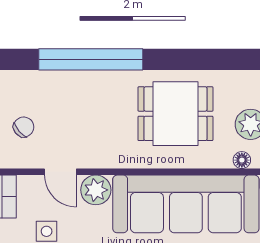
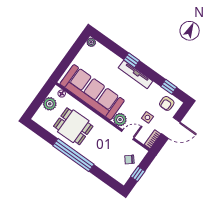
window: (91, 59) -> (73, 155), moved
door: (60, 172) -> (128, 135), hinge flipped

